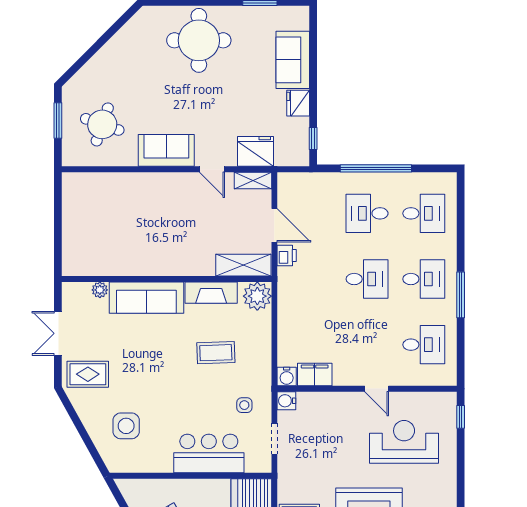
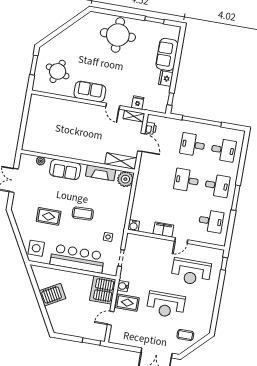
fridge: (255, 151) -> (138, 103), width x0.53, depth x0.75
printer: (287, 255) -> (151, 128), moved
desk: (367, 279) -> (186, 180), turned 180
sofa: (146, 298) -> (65, 169), width x0.73
coffee table: (216, 353) -> (83, 214), moved
rug: (88, 374) -> (49, 216), moved
filing cabinet: (315, 374) -> (163, 229), moved
door: (377, 389) -> (181, 241), hinge flipped
water cooler: (286, 401) -> (123, 286), moved
side table: (126, 426) -> (36, 248), moved
reception desk: (404, 442) -> (191, 272), turned 180
bar counter: (209, 453) -> (77, 259), width x1.36

